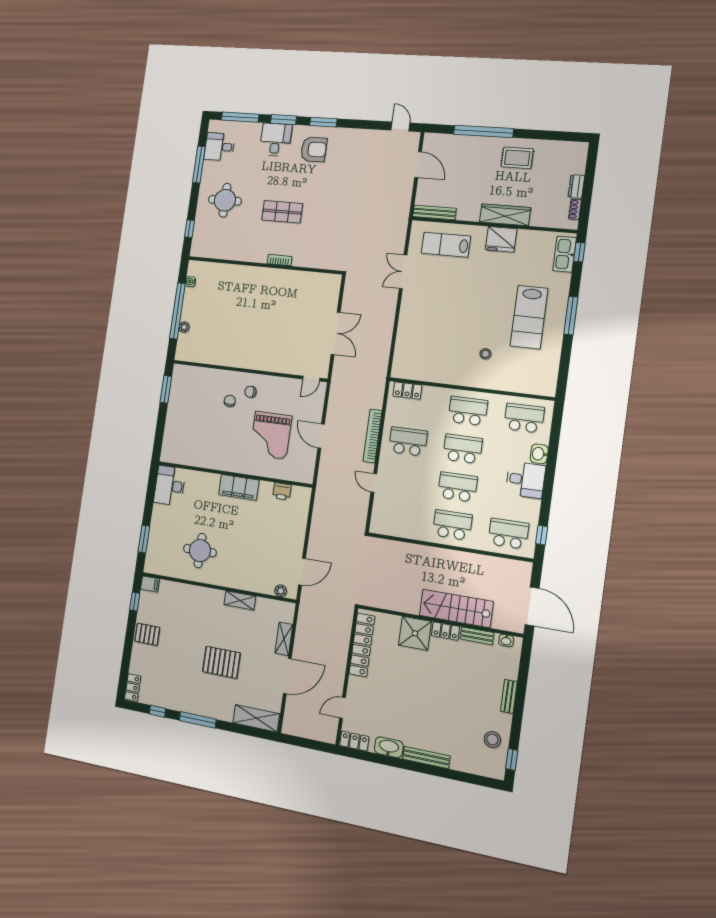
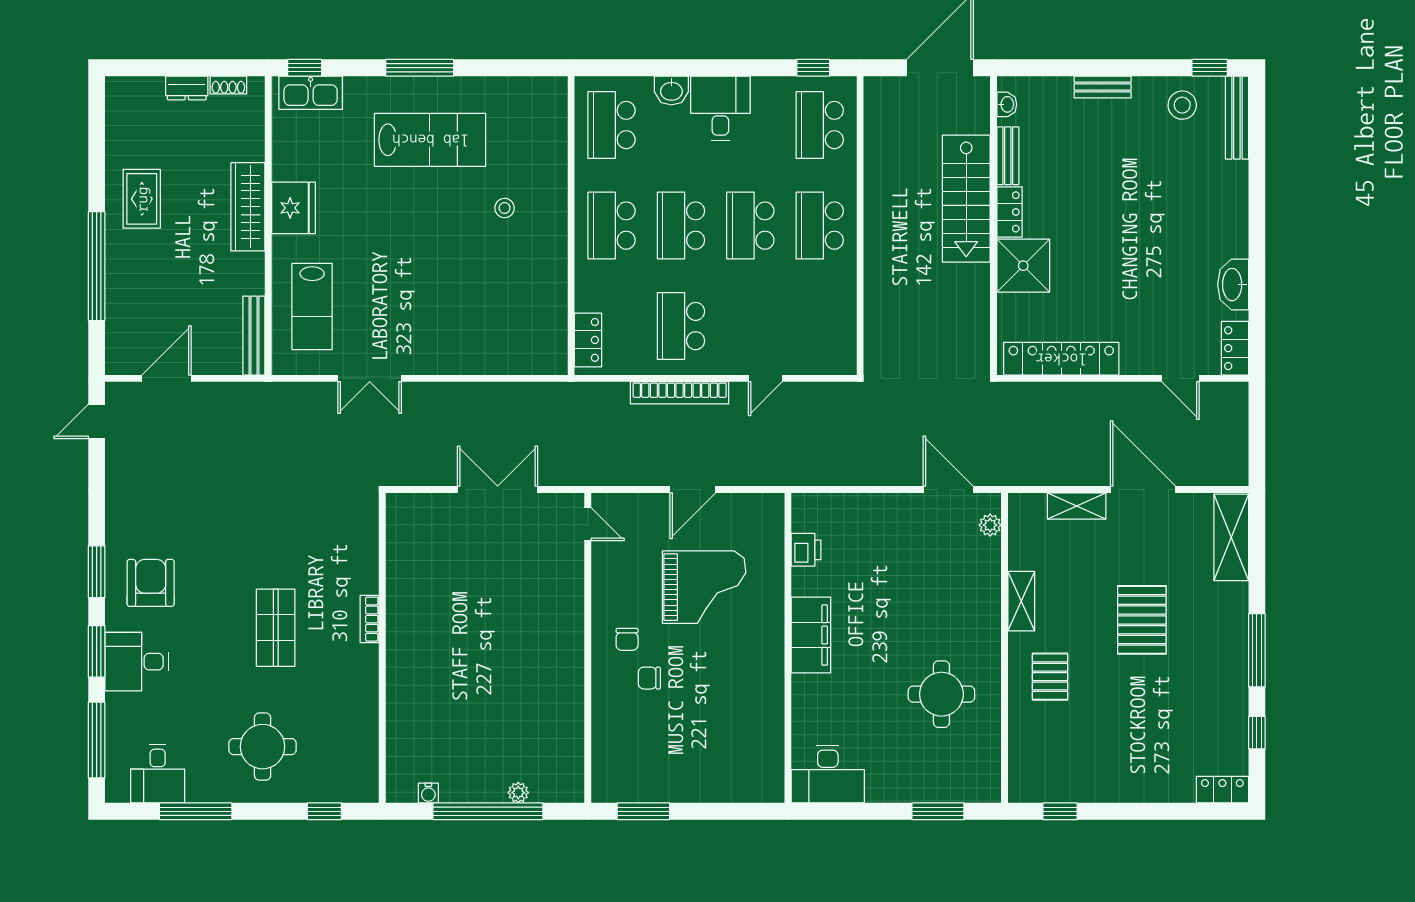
filing cabinet: (150, 584) -> (1021, 785), removed
pallet: (147, 634) -> (1050, 677), moved
bench: (426, 757) -> (1237, 118), moved

